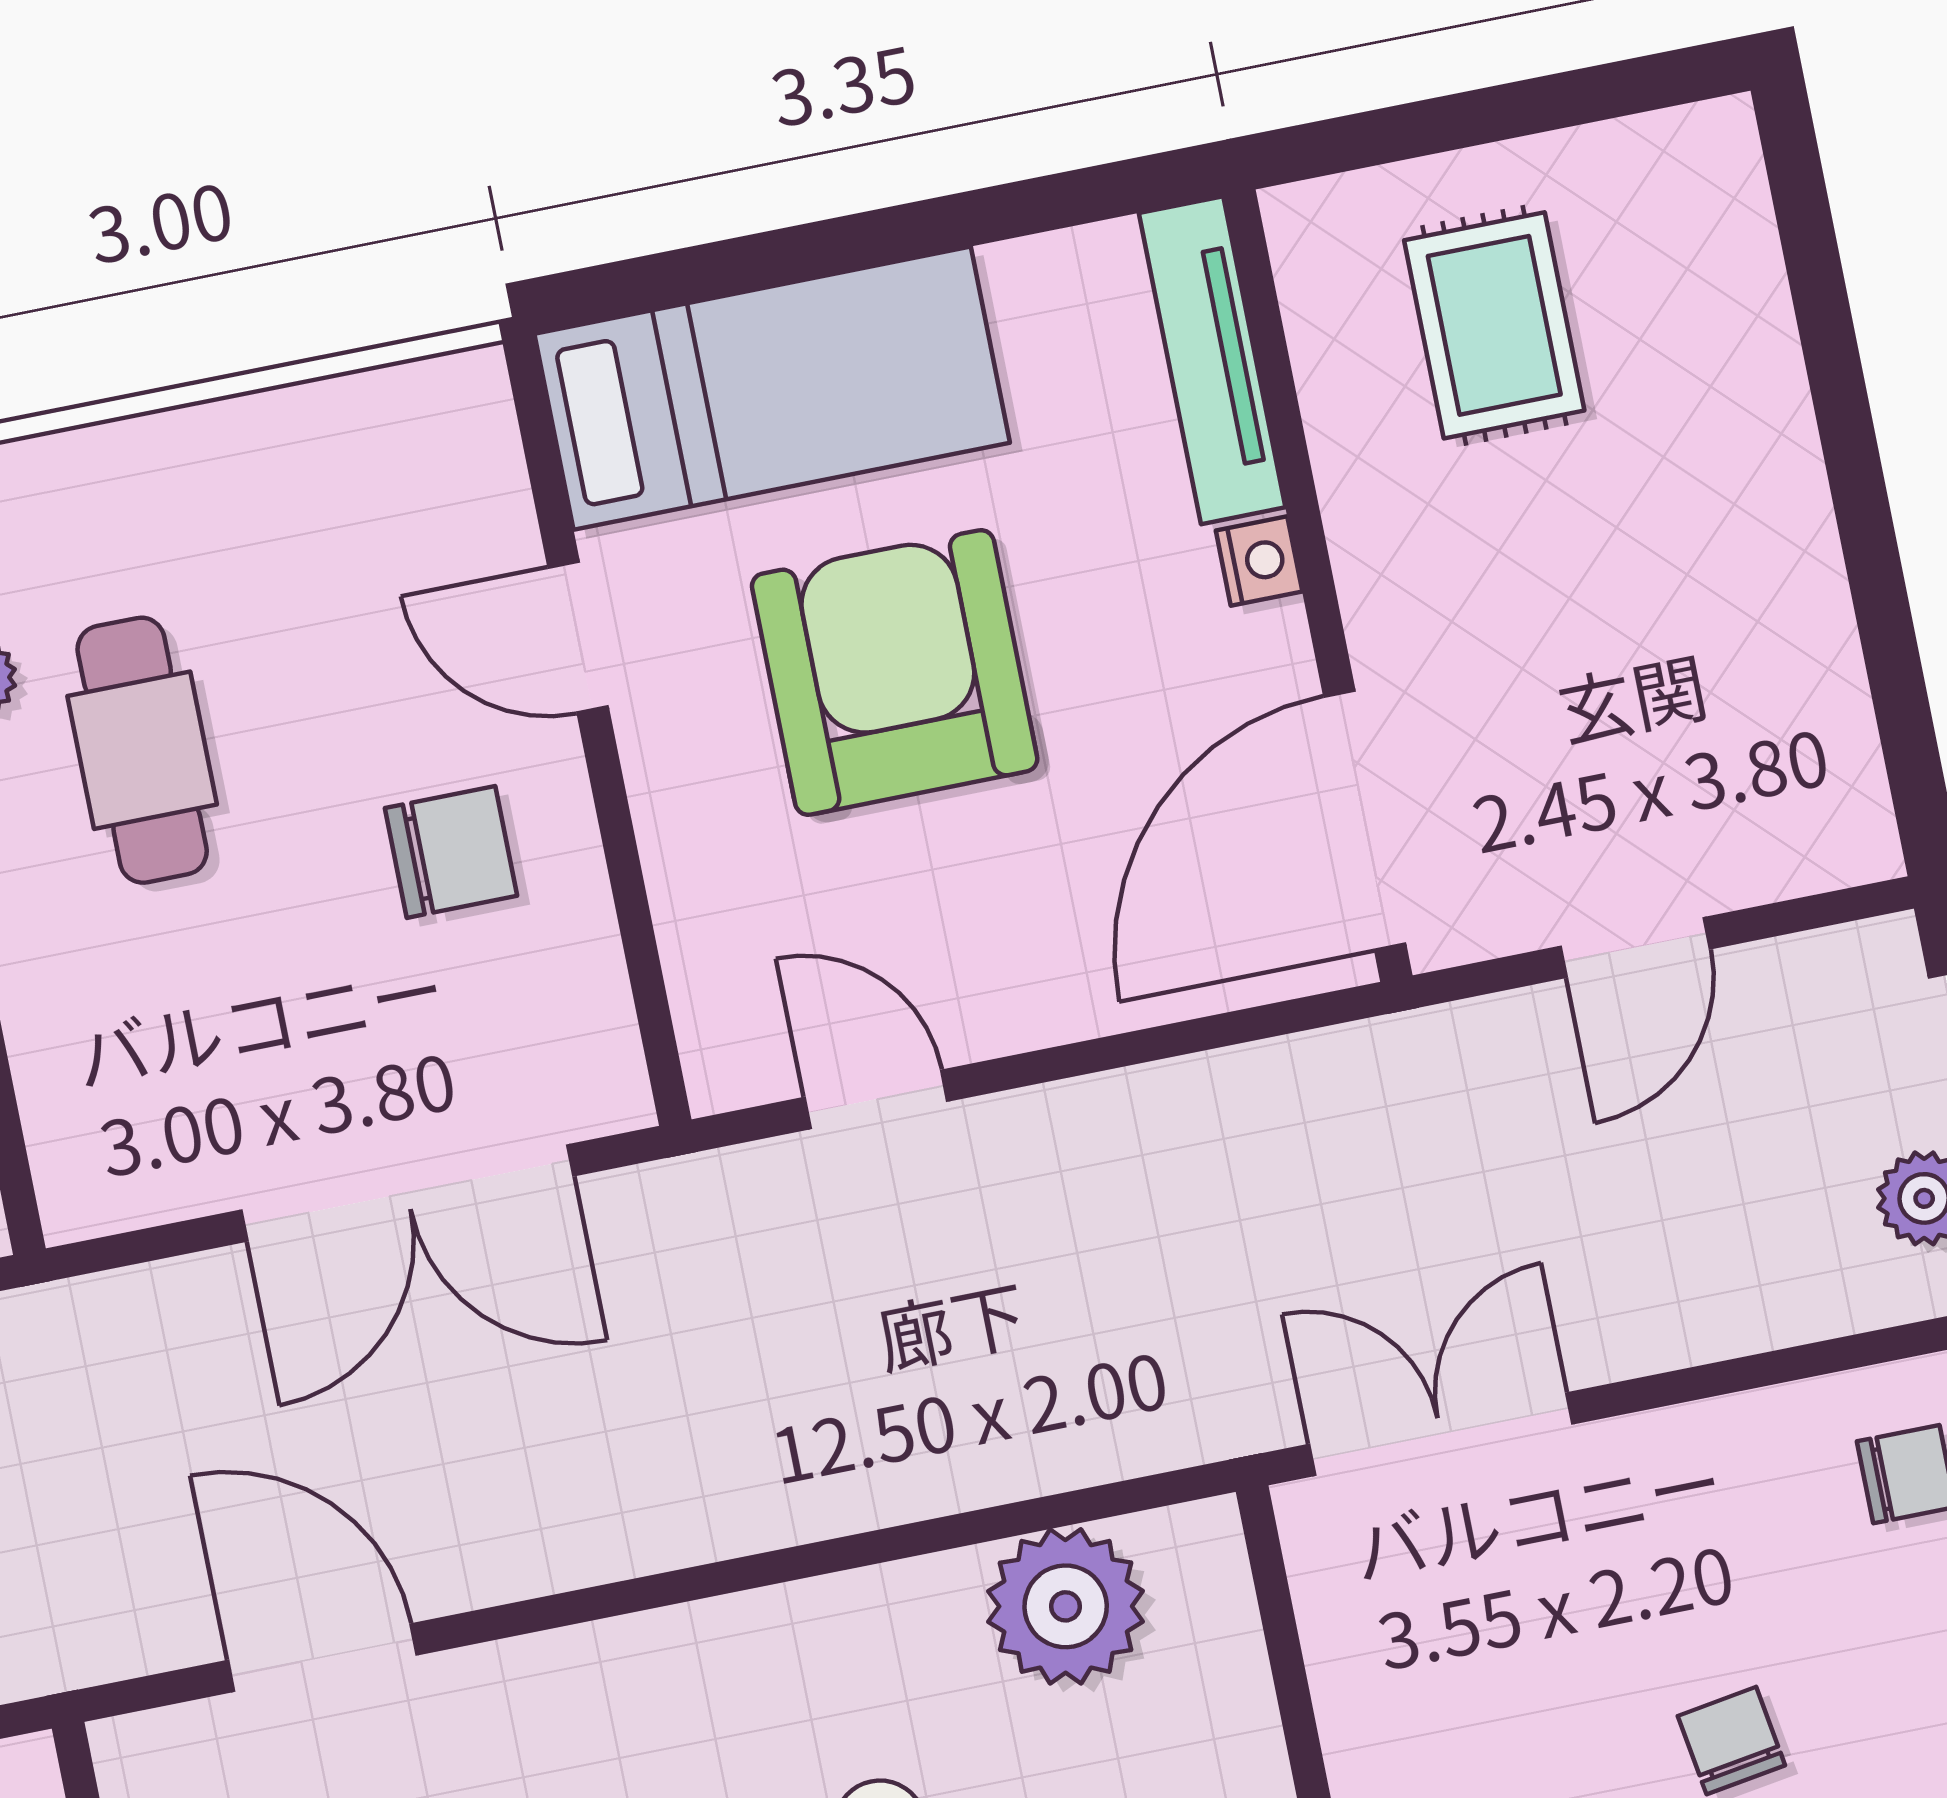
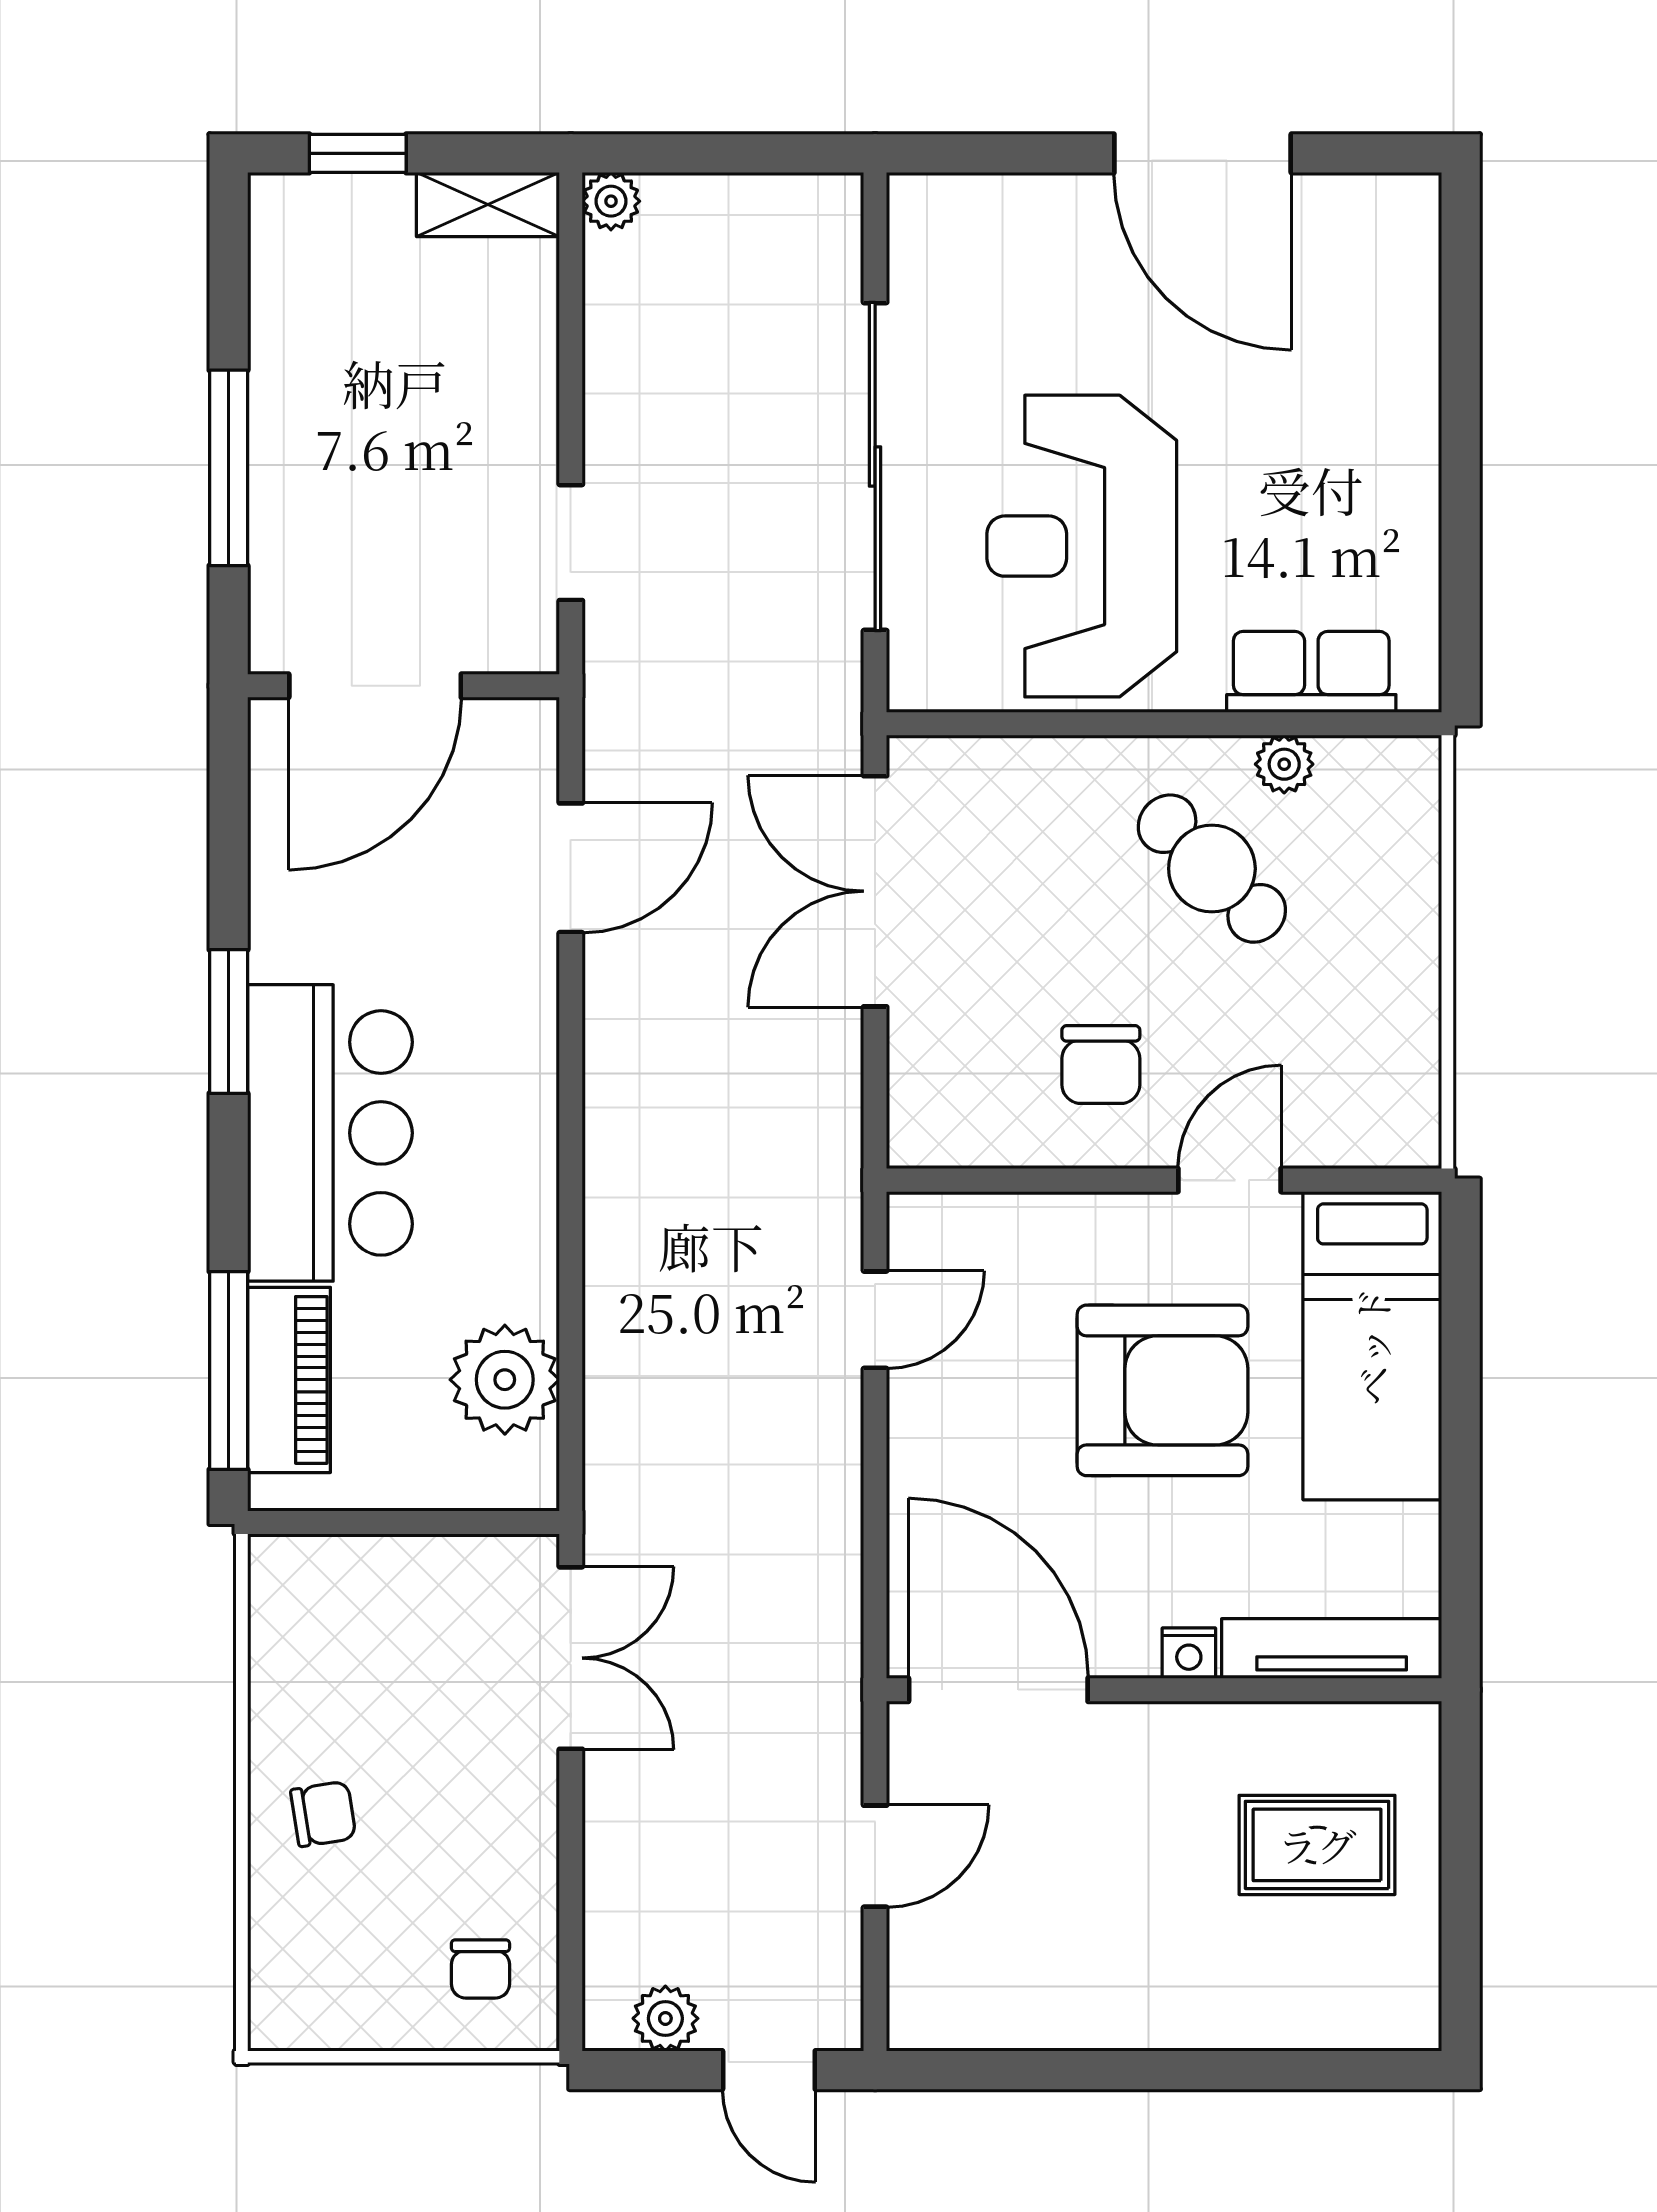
cafe table: (142, 750) -> (1212, 869), turned 45
door: (1635, 948) -> (875, 1856), swing flipped
double door: (407, 1193) -> (875, 891), moved

